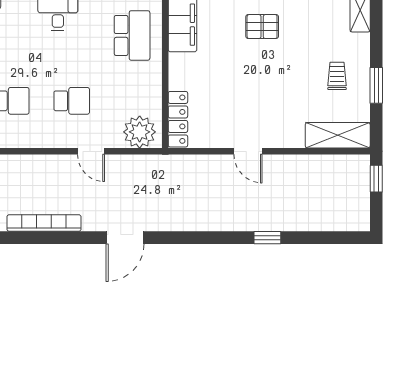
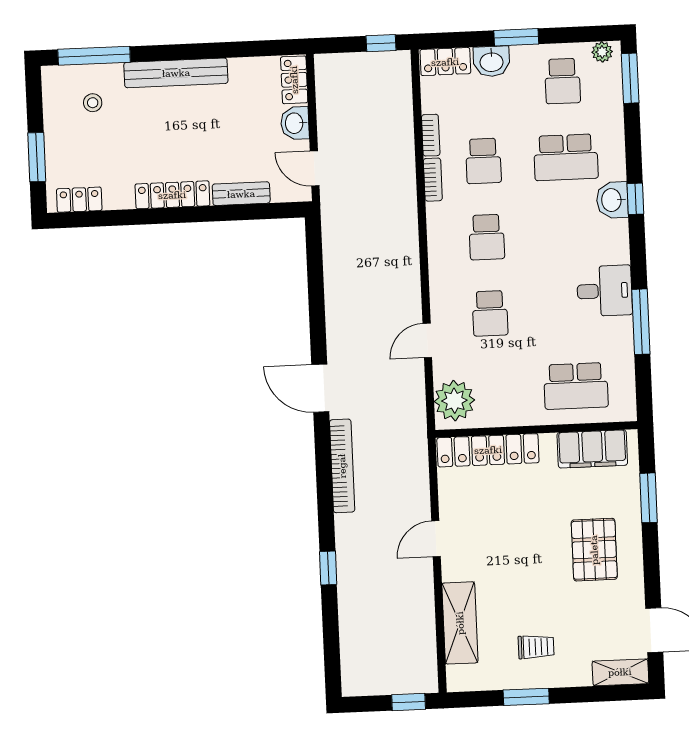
pallet: (262, 27) -> (594, 550), width x1.50, depth x1.42
locker: (178, 119) -> (488, 450), width x1.41, depth x1.21
shelving: (338, 135) -> (460, 623), moved
bookcase: (44, 223) -> (342, 466), moved

